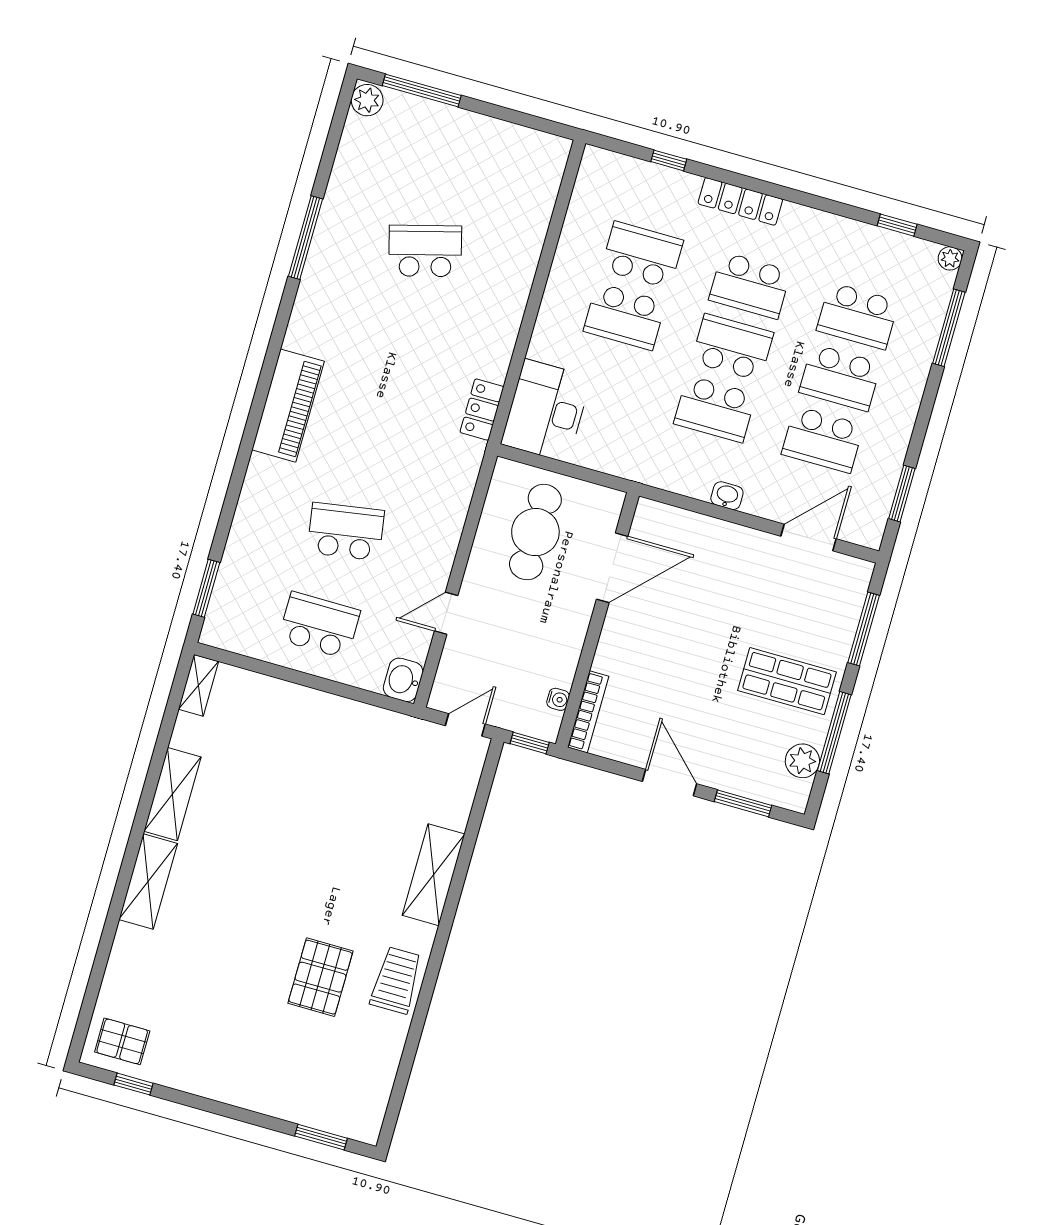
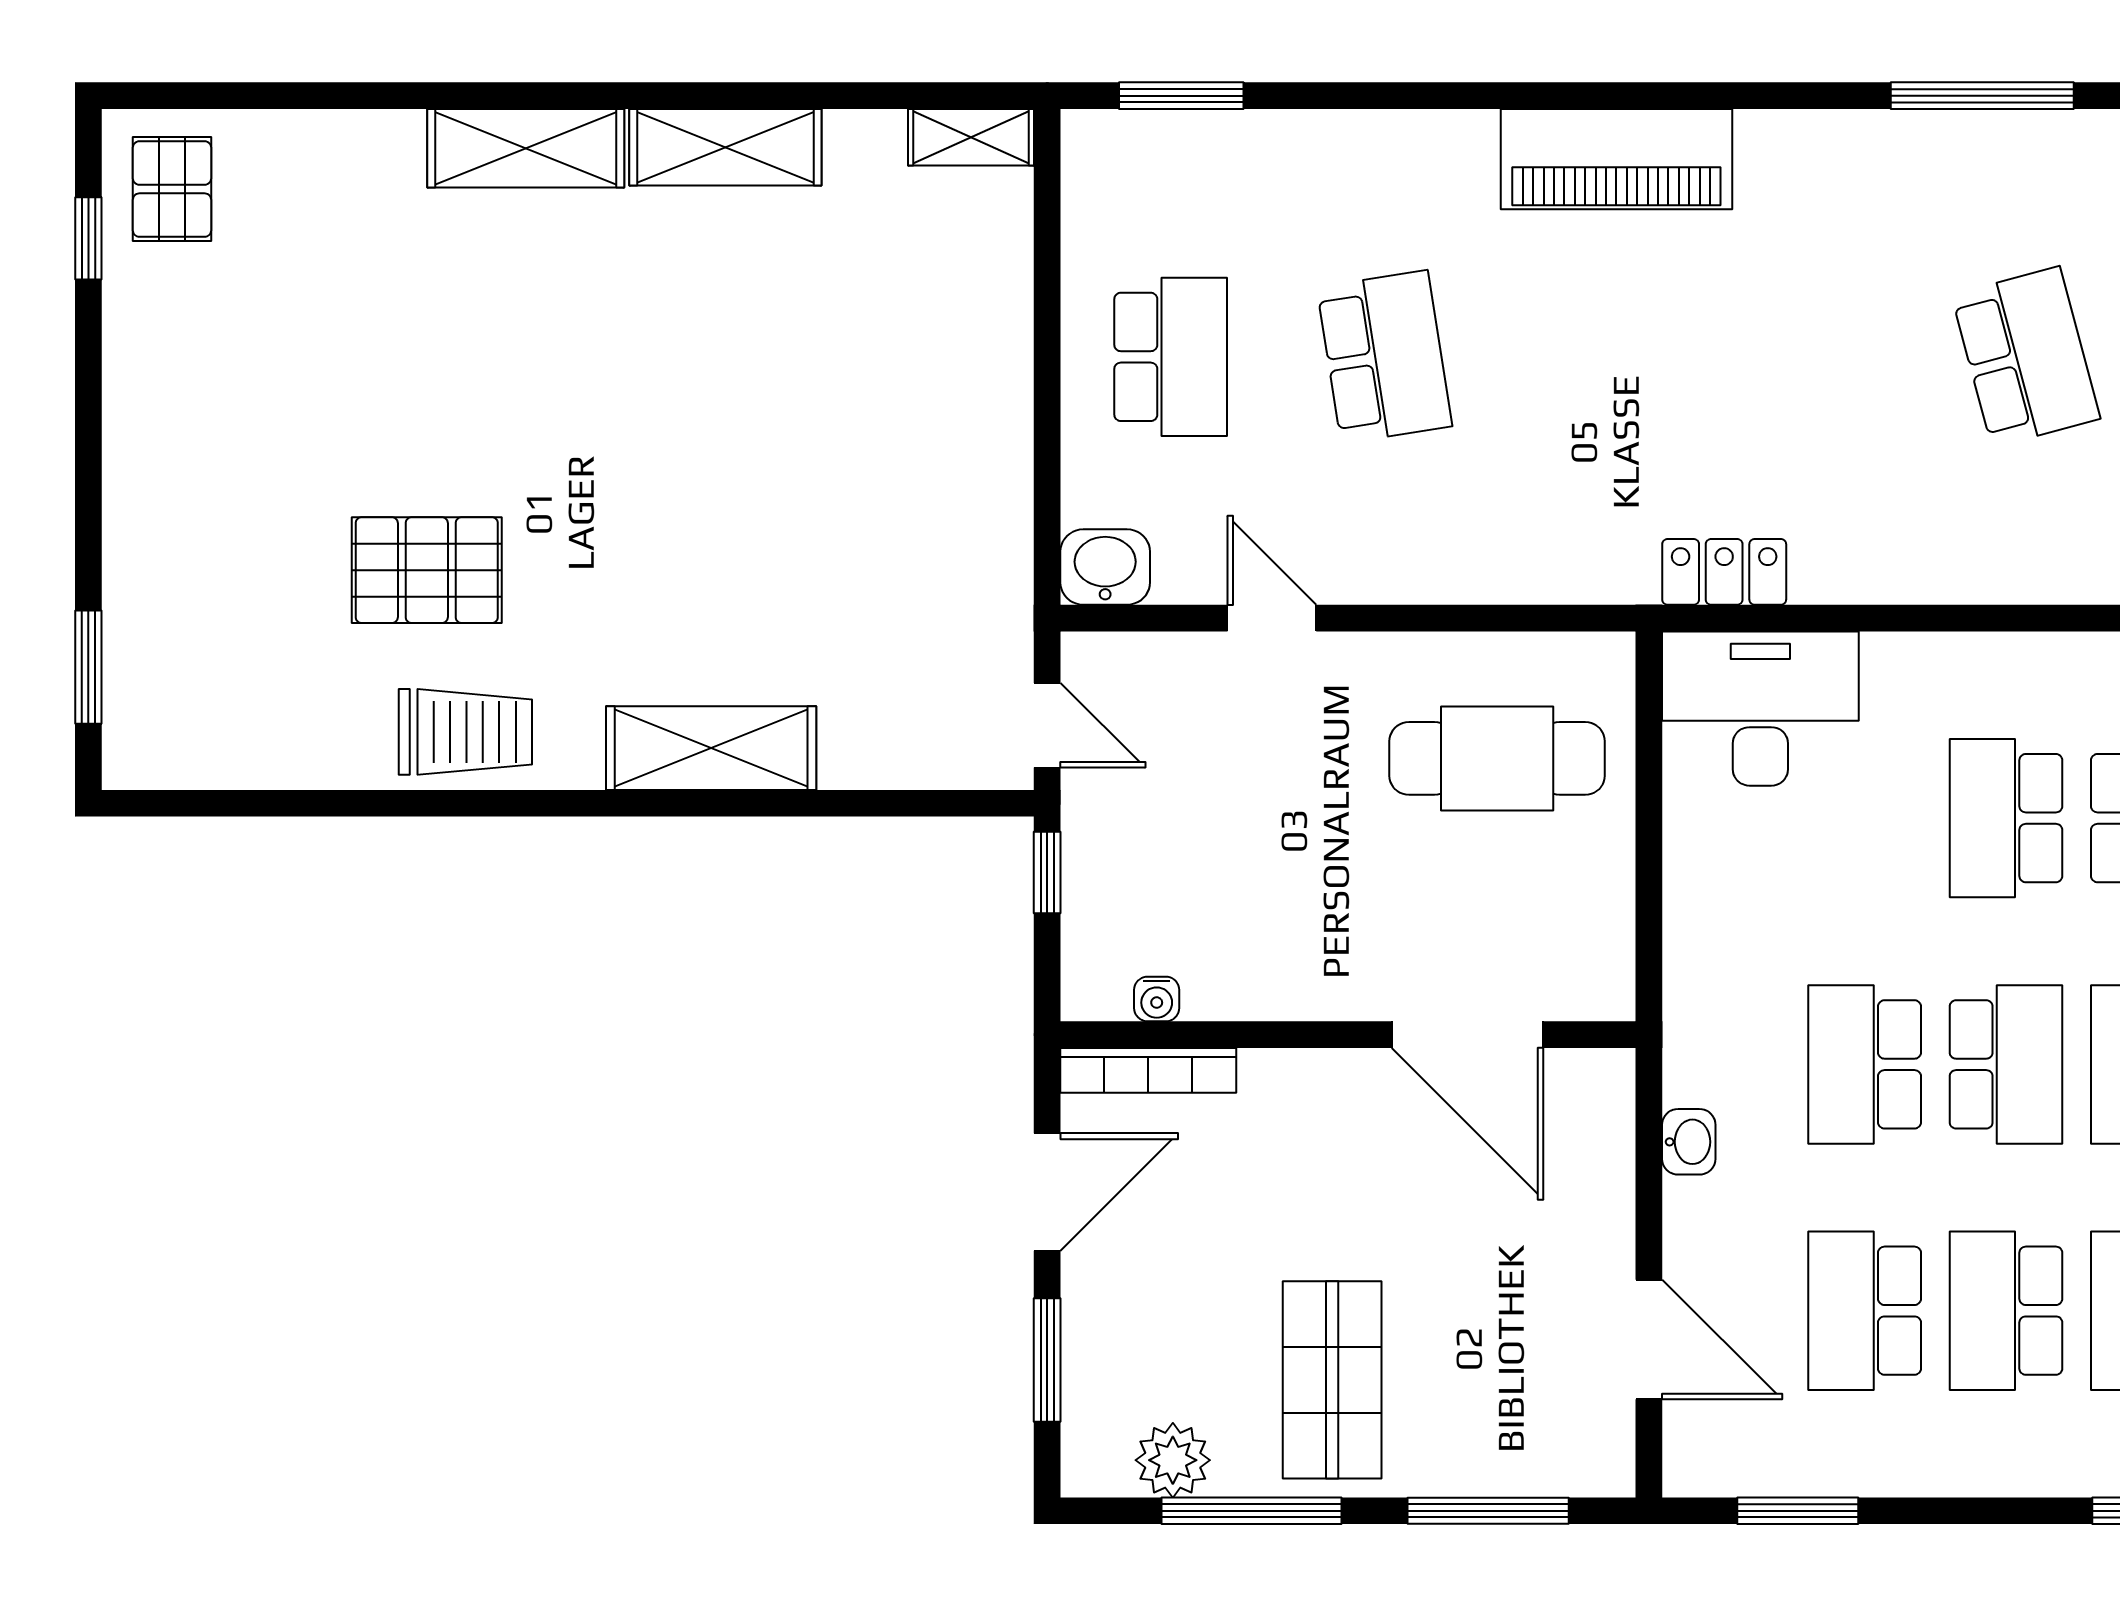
door: (612, 568) -> (1468, 1035), moved
wall: (597, 620) -> (1348, 1035), moved
water cooler: (558, 699) -> (1157, 999), moved
bookcase: (588, 712) -> (1148, 1070), moved

